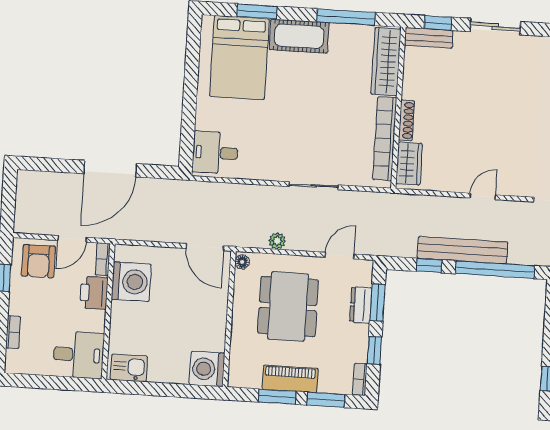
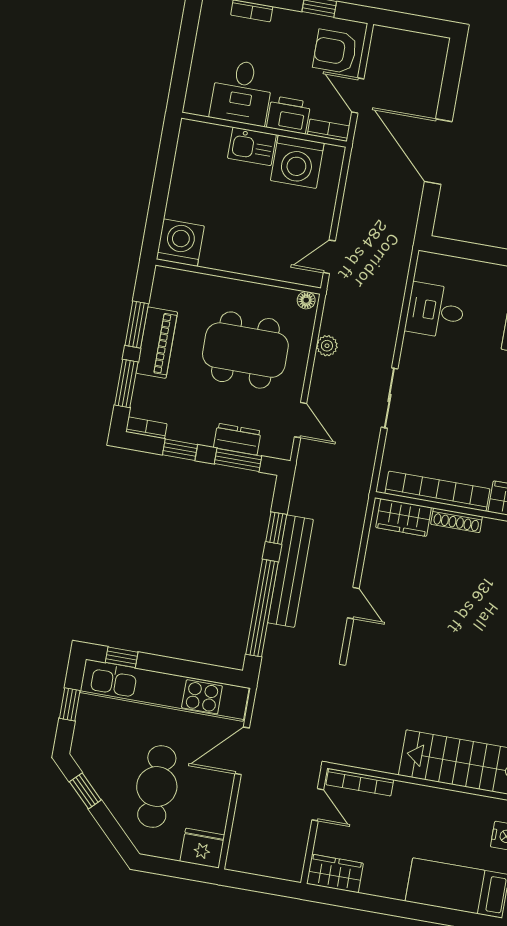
desk: (215, 153) -> (435, 311), moved, turned -90
door: (205, 247) -> (329, 257), width x0.73
desk: (79, 355) -> (242, 92), moved
kitchen sink: (129, 368) -> (252, 146), moved, turned 90

